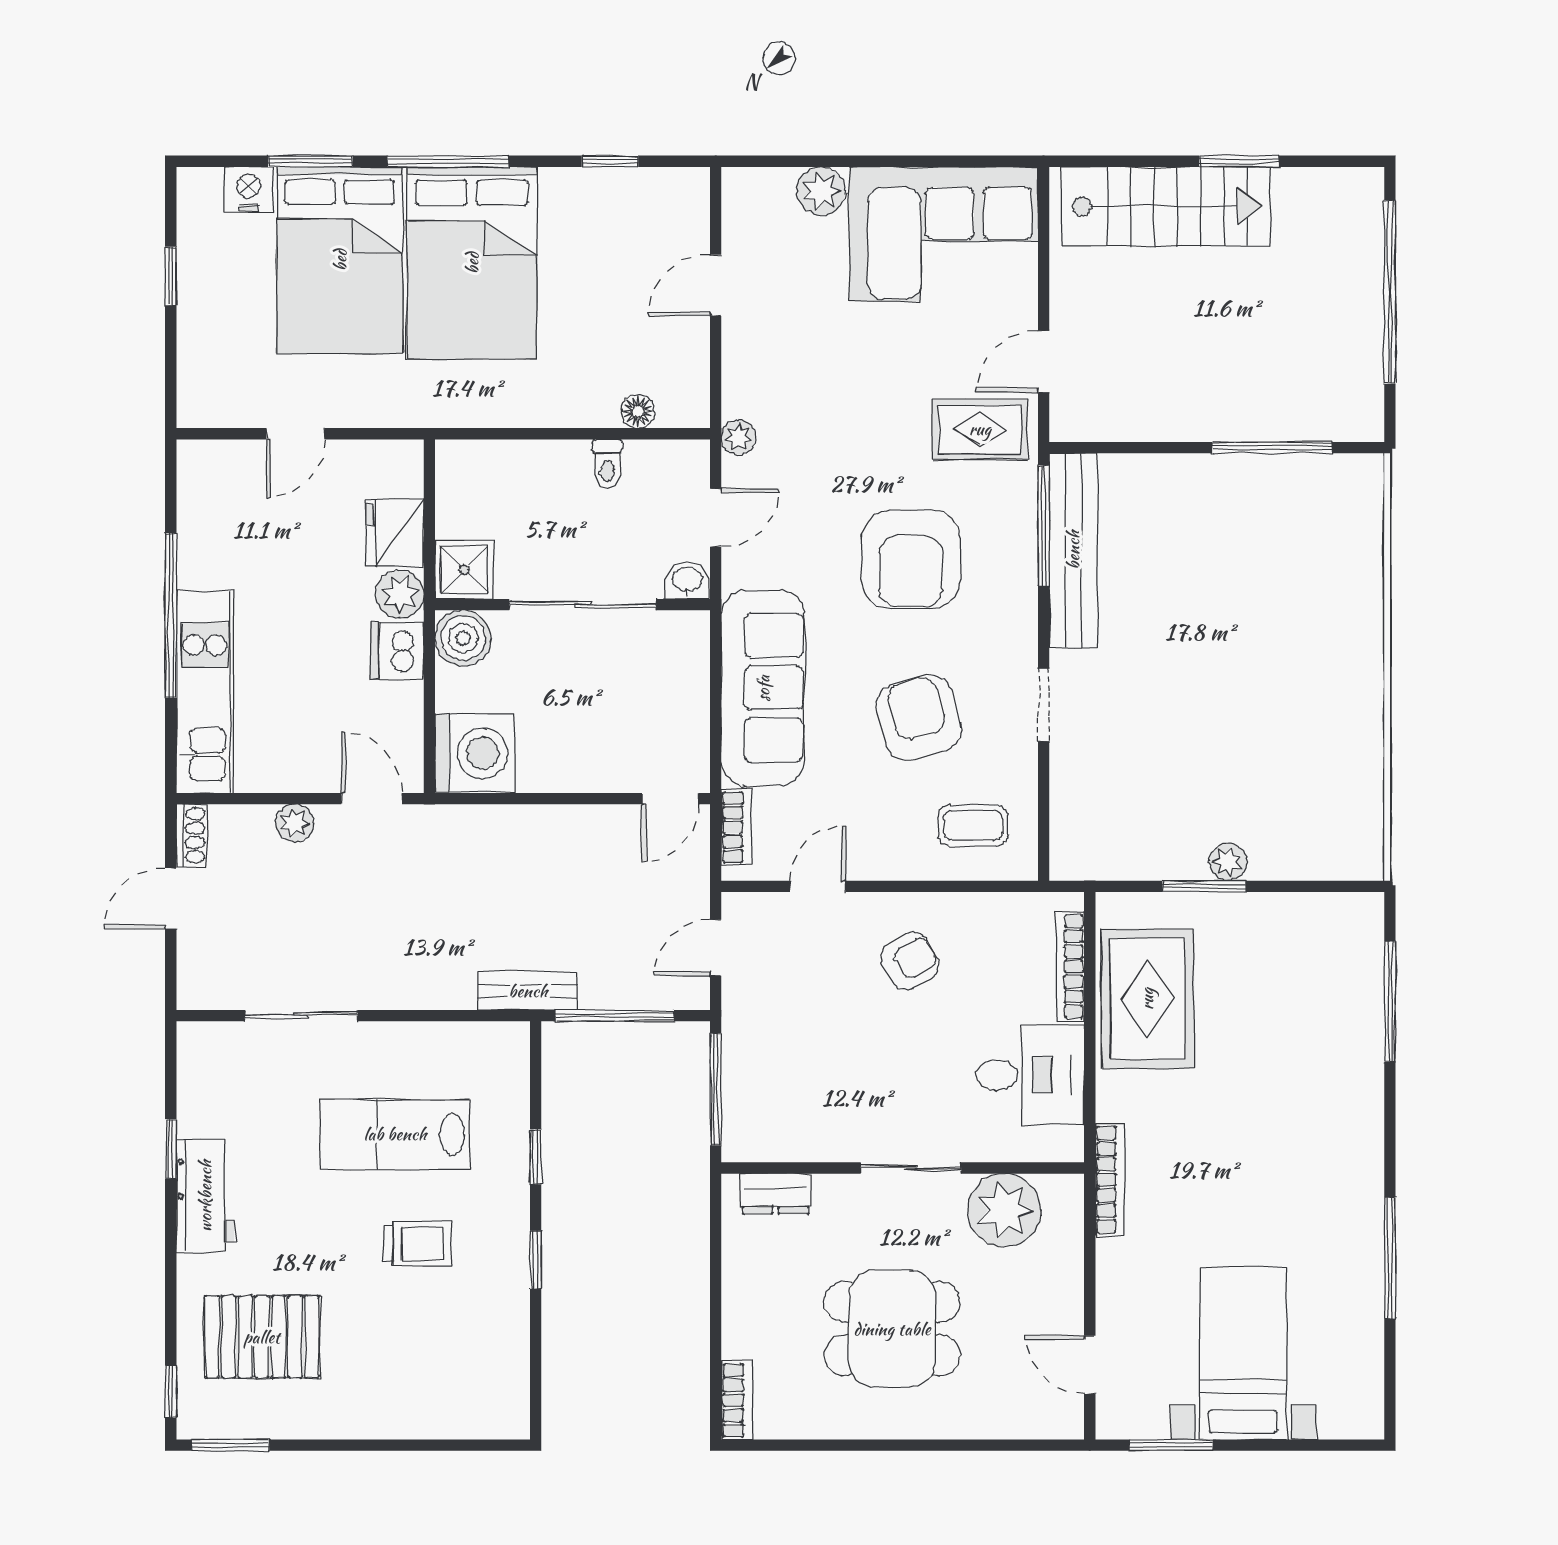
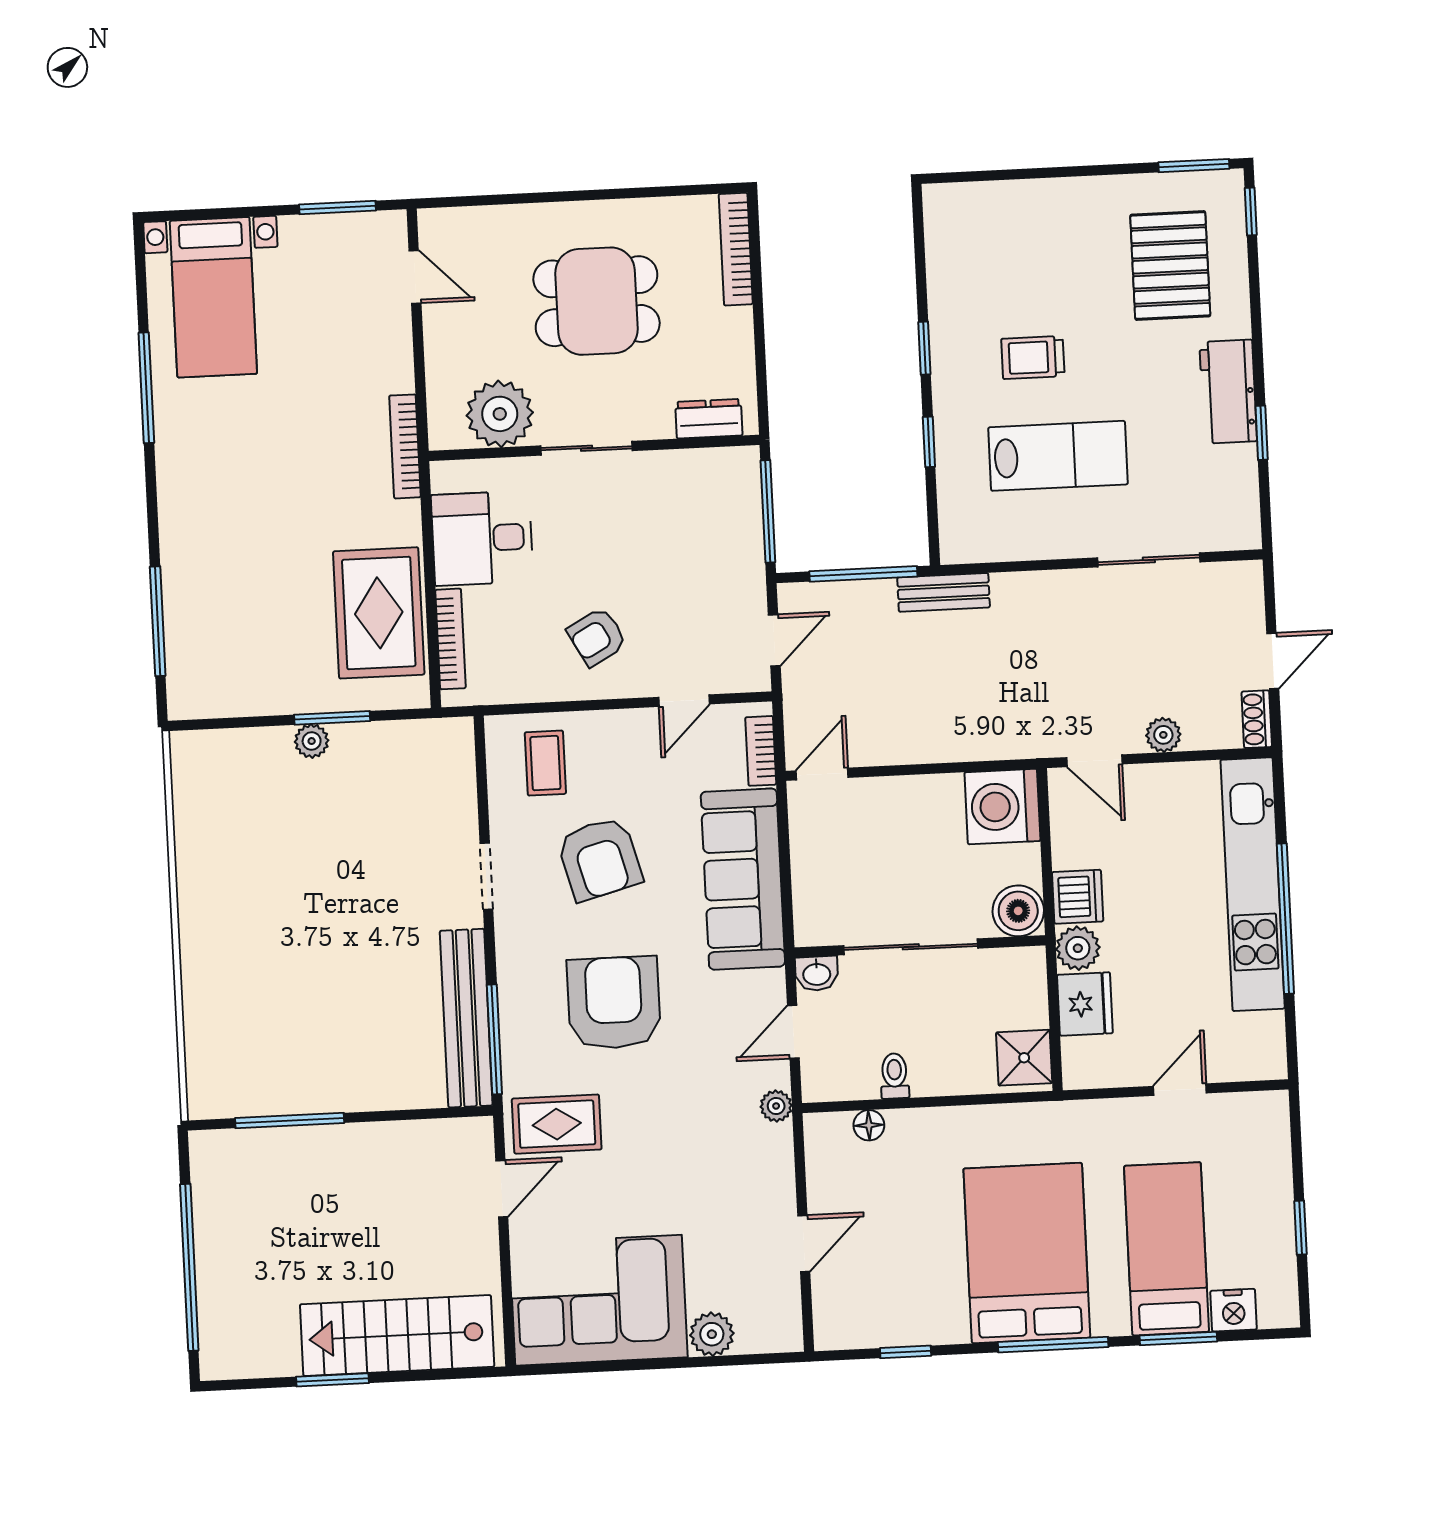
bed: (340, 260) -> (1167, 1249), width x0.67
shower: (464, 570) -> (1024, 1058), moved
kitchen unit: (205, 692) -> (1253, 884), width x1.36
coffee table: (973, 825) -> (545, 763), turned 90
pallet: (262, 1337) -> (1170, 266), turned 90
bed with nightstands: (1243, 1353) -> (213, 297), moved
bookcase: (737, 1400) -> (736, 249), width x1.56

